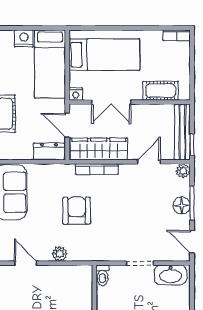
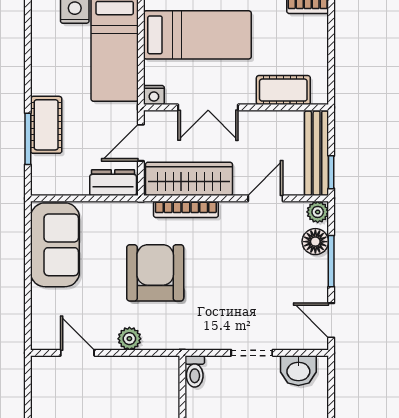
door: (67, 125) -> (141, 143), hinge flipped
floor lamp: (182, 205) -> (315, 242), moved
armchair: (77, 211) -> (155, 273), width x1.36, depth x1.36
washbasin: (171, 275) -> (298, 371), width x0.72

